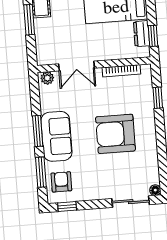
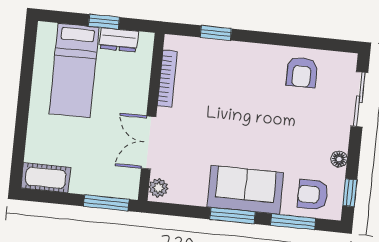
window: (29, 20) -> (106, 203), moved
window: (153, 36) -> (104, 22), moved
double door: (76, 66) -> (149, 143), swing flipped
armchair: (115, 134) -> (302, 72), moved, width x0.53, depth x0.53
floor lamp: (155, 190) -> (339, 159), moved

